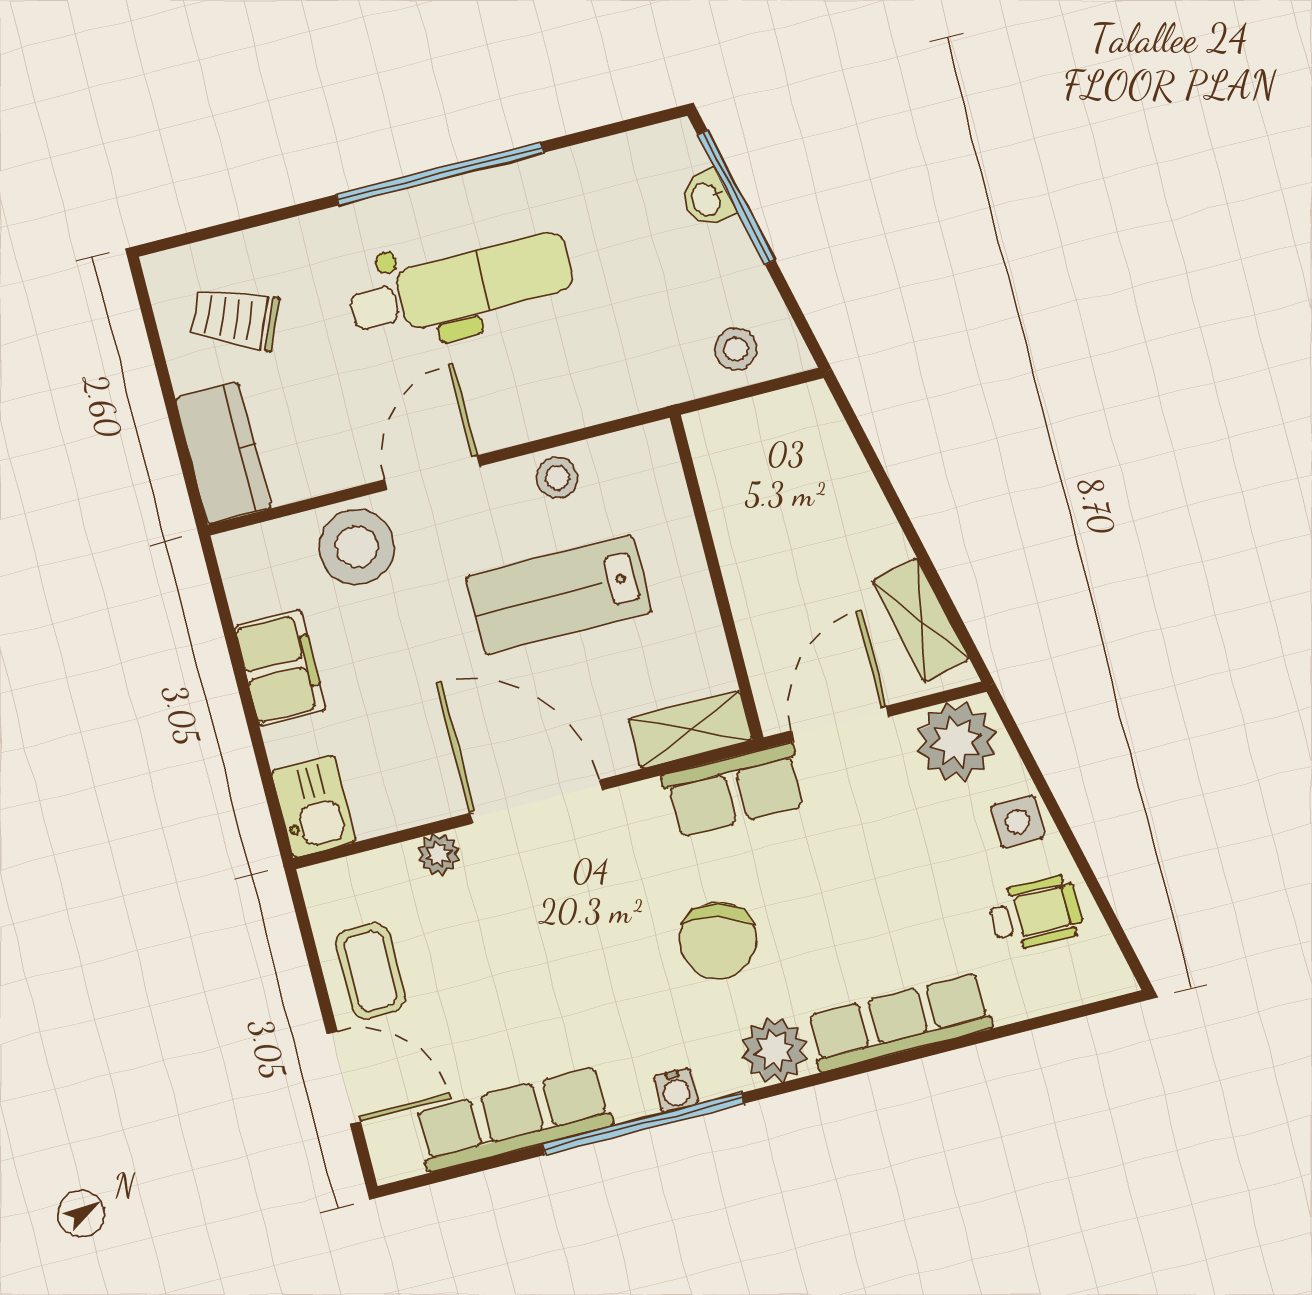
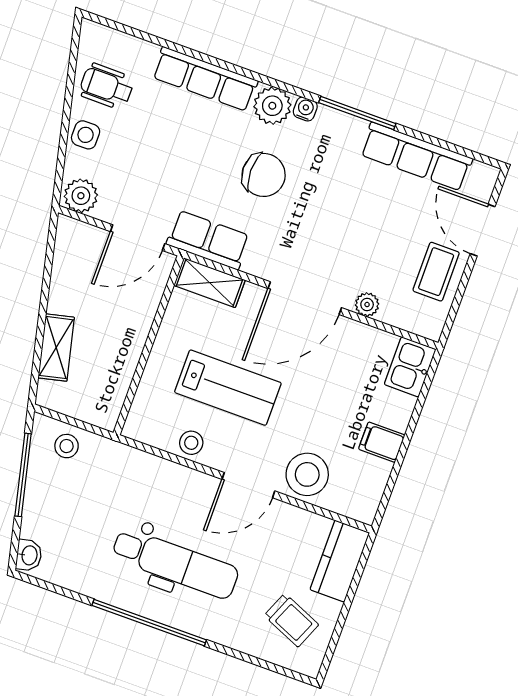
window: (736, 197) -> (23, 475), moved
washbasin: (707, 199) -> (29, 555), moved
dental chair: (461, 286) -> (175, 563), turned 180
shelving: (921, 620) -> (56, 348), moved
filing cabinet: (280, 668) -> (382, 442), width x0.50
plant: (956, 741) -> (81, 196), width x0.73, depth x0.73
door: (536, 802) -> (305, 298), hinge flipped
chair: (718, 940) -> (264, 175), turned 75
water cooler: (676, 1090) -> (305, 109), moved
window: (643, 1124) -> (357, 113), width x0.68

